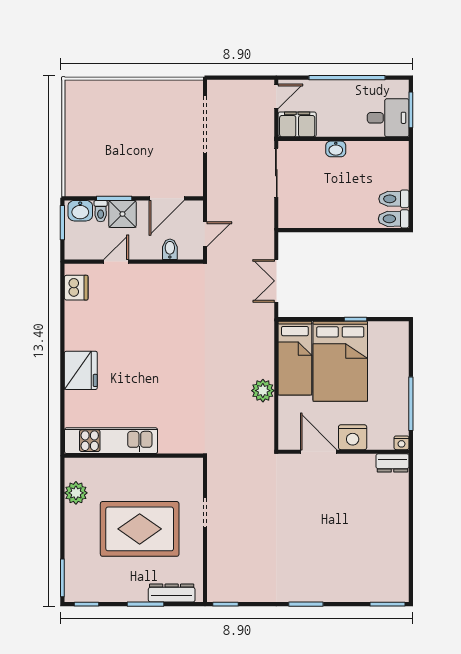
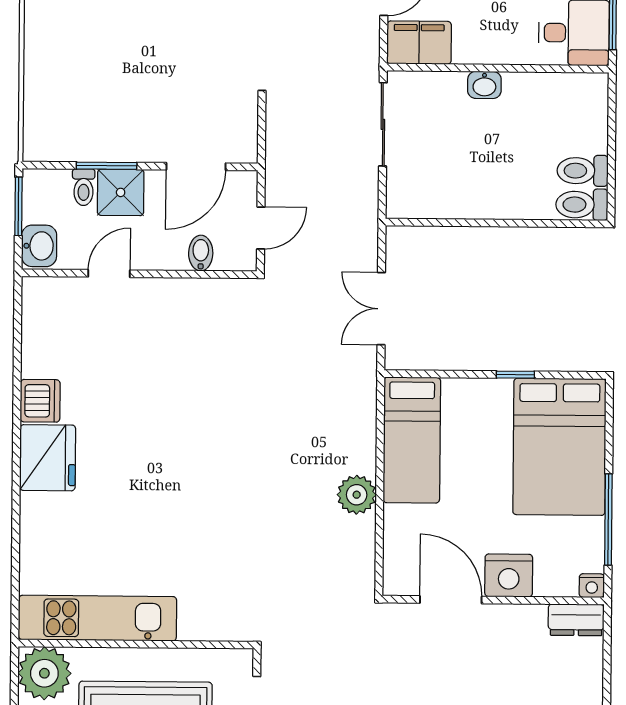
washbasin: (80, 211) -> (39, 246), moved, turned -90
dishwasher: (76, 288) -> (40, 401), moved
bed: (340, 361) -> (559, 447), moved
kitchen unit: (111, 441) -> (98, 618), moved
wall: (134, 456) -> (136, 644), moved
plant: (76, 493) -> (44, 673), width x1.36, depth x1.36

